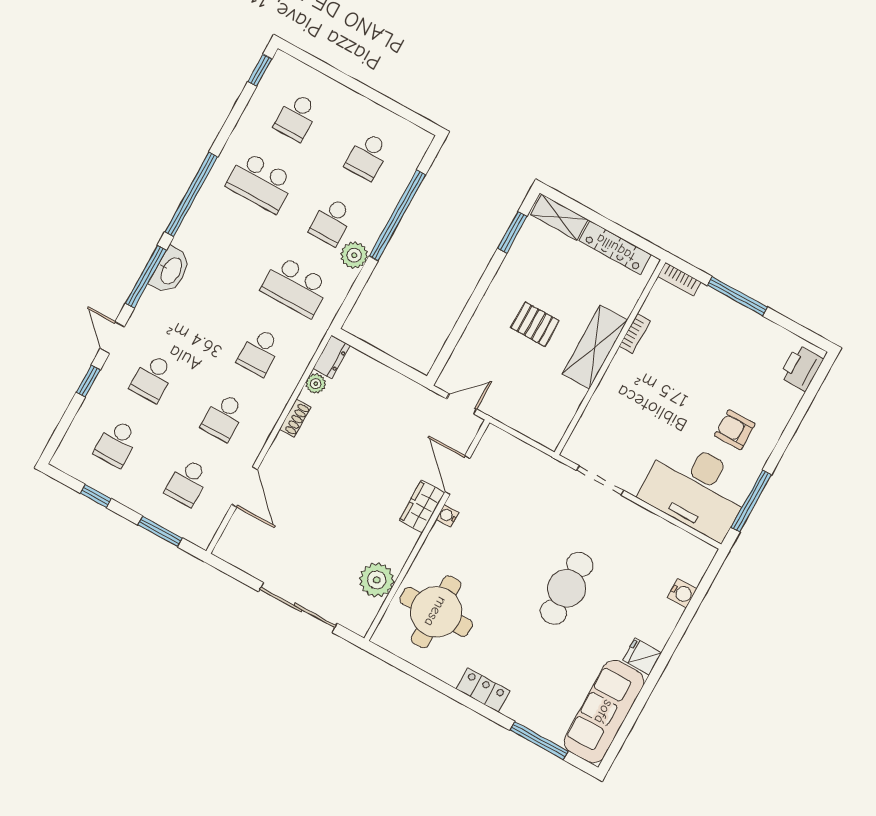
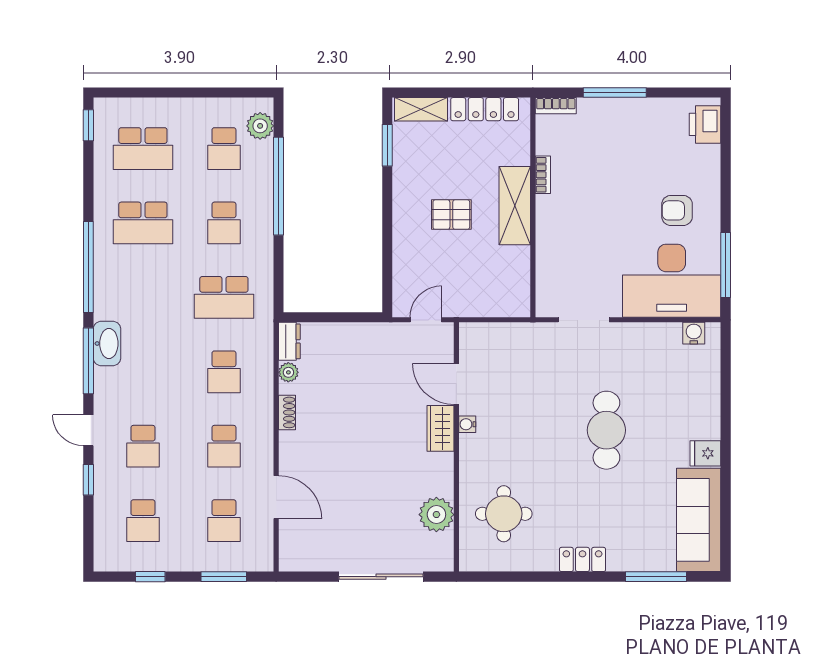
school desk: (297, 117) -> (143, 149), width x1.85
plant: (354, 255) -> (260, 126), moved
water cooler: (682, 593) -> (694, 333), moved, turned -90
round table: (436, 612) -> (504, 514), width x0.73, depth x0.73

